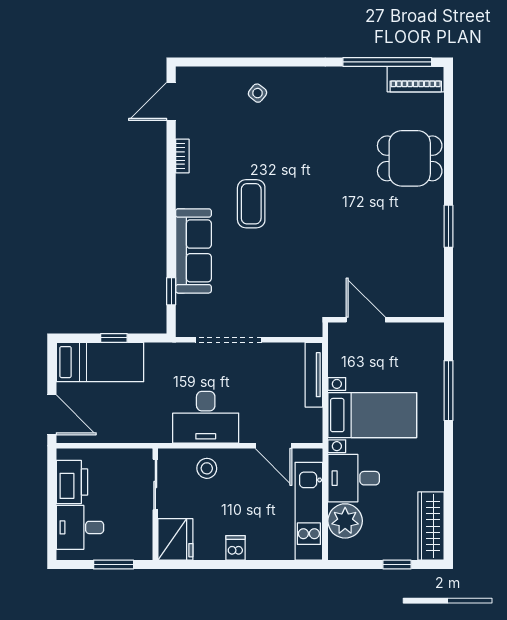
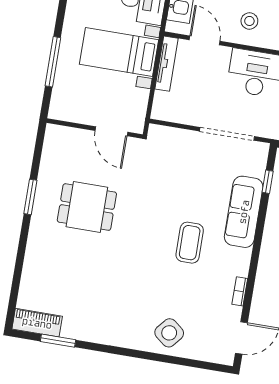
window: (387, 62) -> (58, 341), width x0.47
side table: (257, 93) -> (169, 333), width x1.87, depth x1.87
dining table: (410, 158) -> (87, 207), moved
tv unit: (314, 375) -> (167, 64), moved
stool: (207, 468) -> (249, 21), moved

